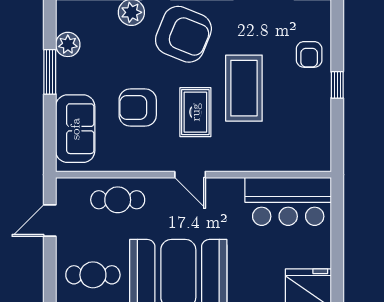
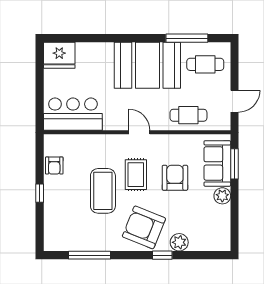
plant: (68, 44) -> (222, 196), moved
armchair: (309, 54) -> (54, 166), moved, turned 180
window: (50, 72) -> (234, 164), moved
armchair: (138, 108) -> (175, 178), turned -90

